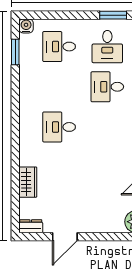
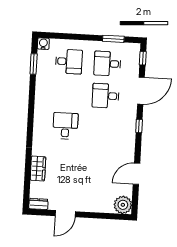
desk: (59, 47) -> (69, 62), turned 180
desk: (107, 47) -> (107, 64), turned 90
desk: (59, 127) -> (65, 126), turned 90

